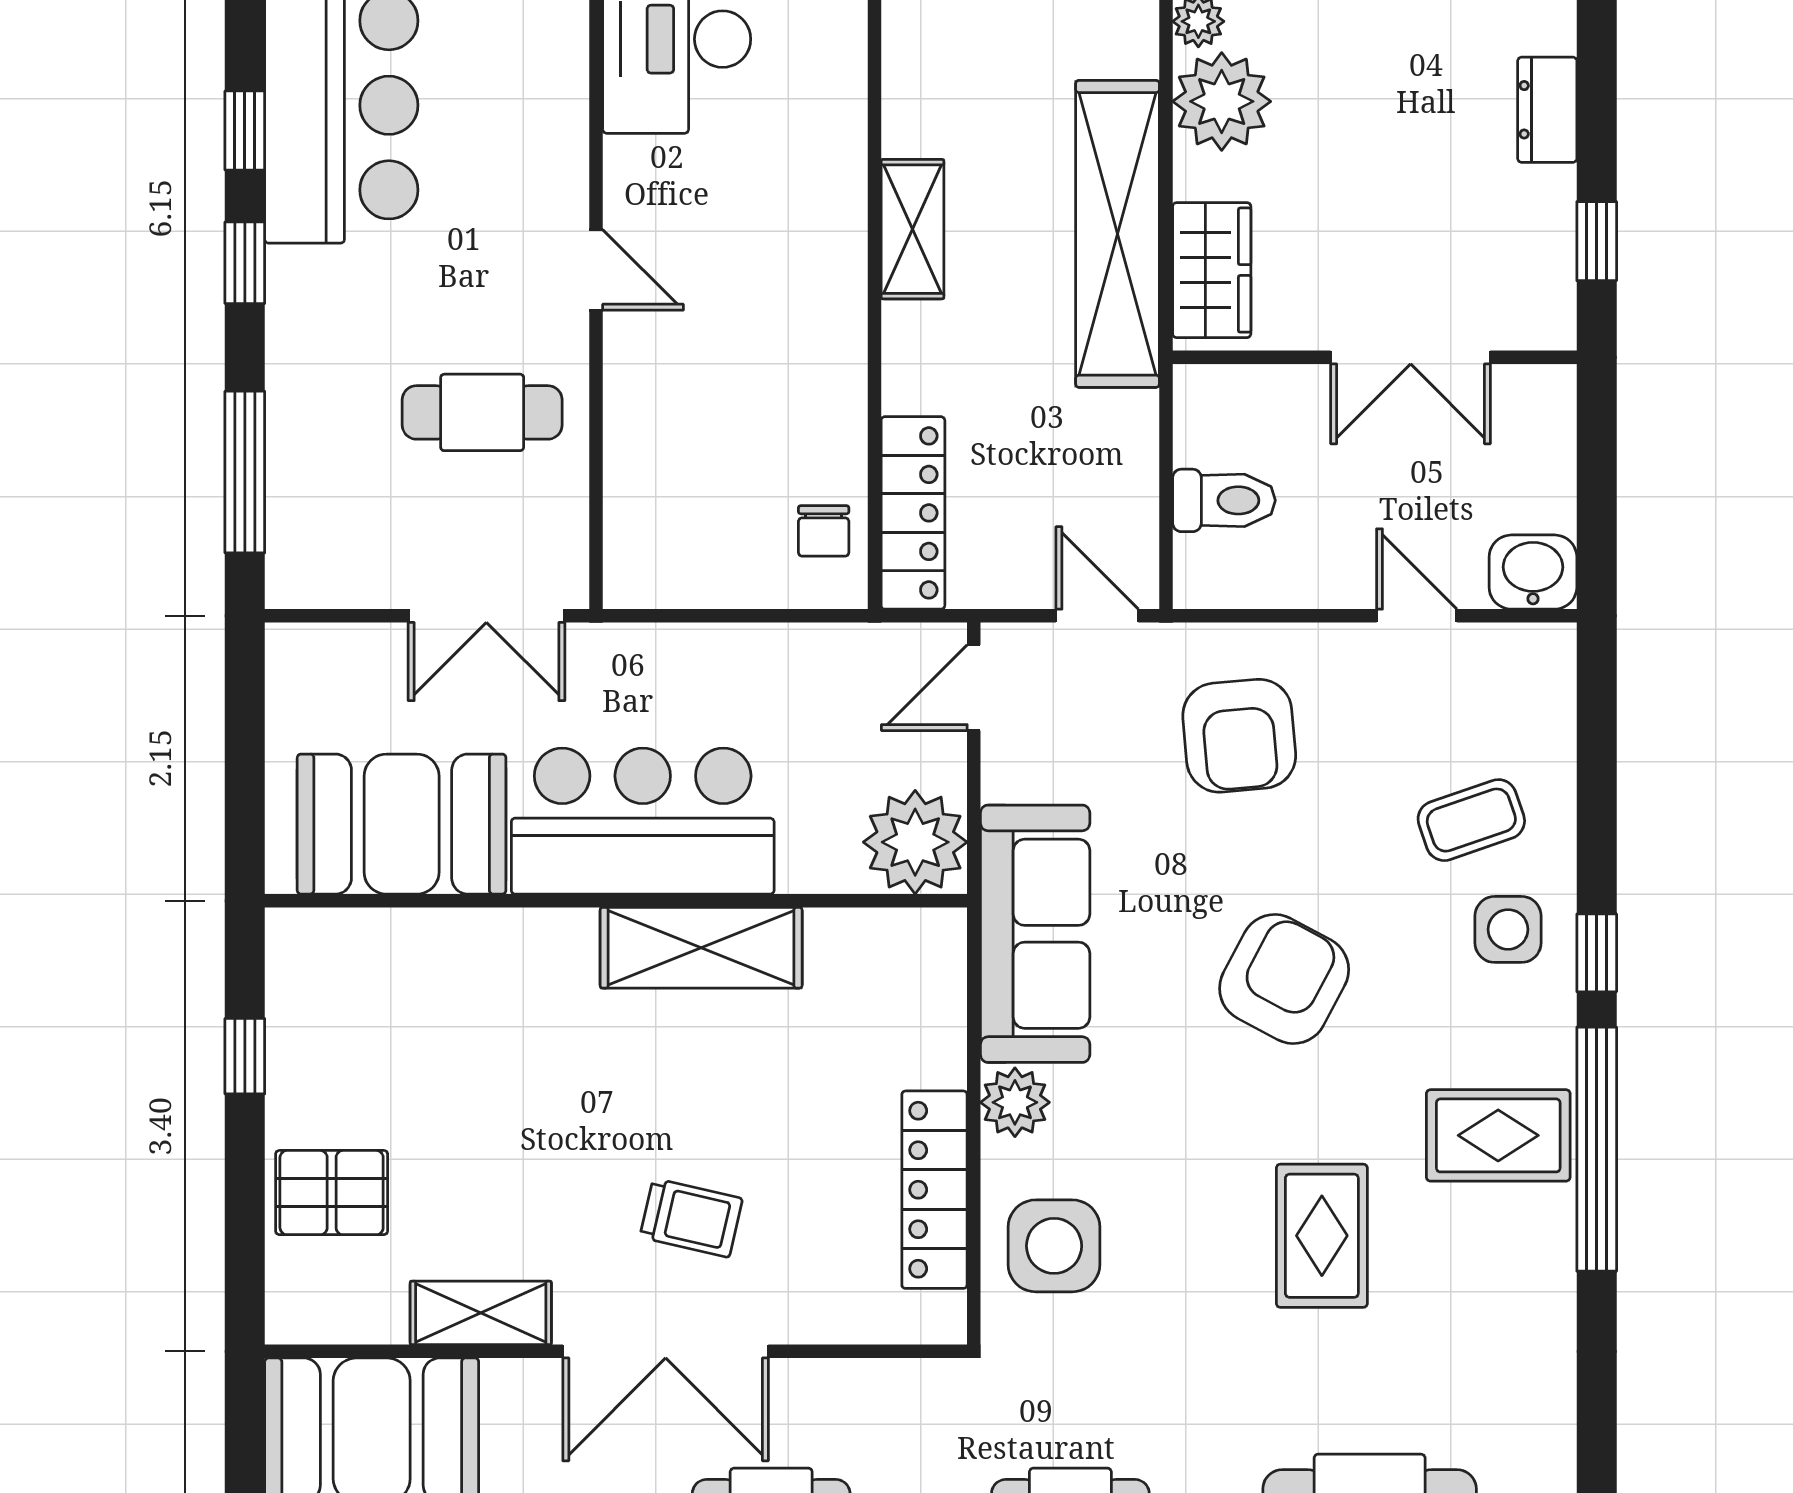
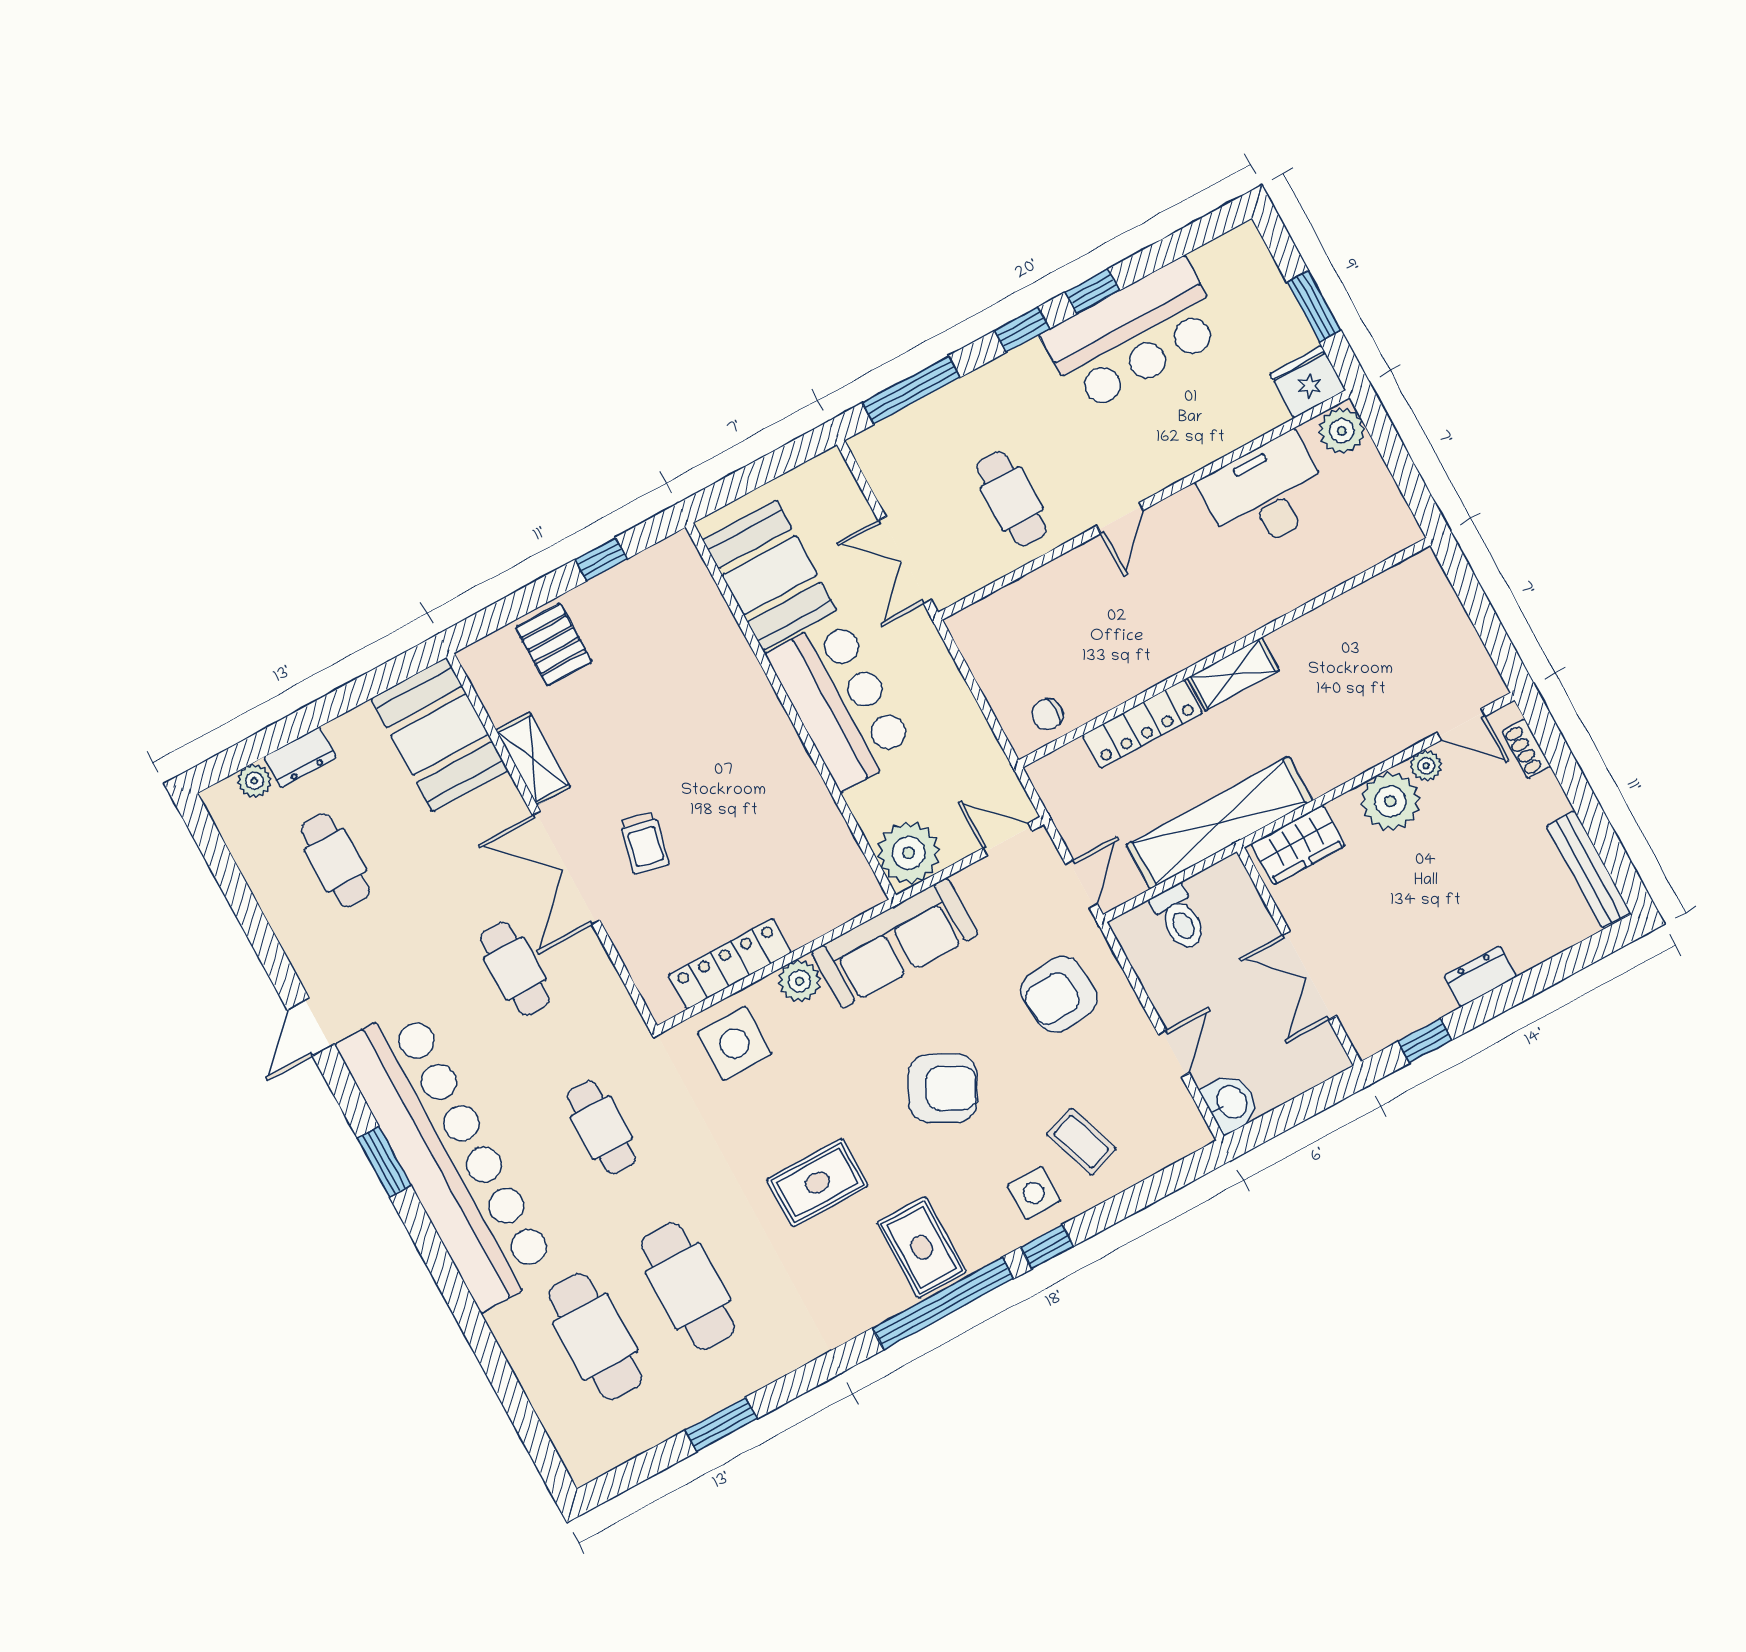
shelving: (1117, 234) -> (1220, 823), moved
locker: (913, 513) -> (1142, 724), moved
shelving: (701, 948) -> (791, 770), removed

